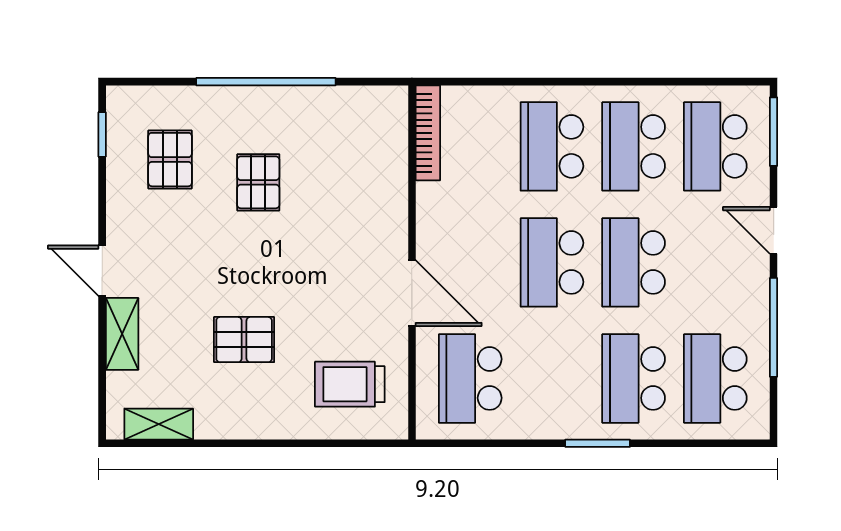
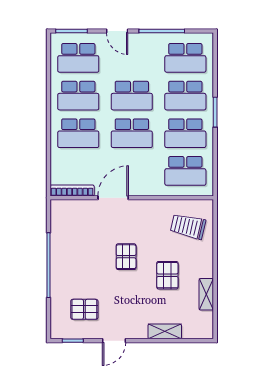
pallet: (258, 182) -> (126, 257), moved, turned 90
door: (774, 230) -> (117, 31), hinge flipped
door: (102, 271) -> (114, 341), moved
door: (412, 293) -> (113, 198), moved
school desk: (552, 378) -> (185, 133), added
trolley: (350, 384) -> (188, 226), turned 103
shelving: (159, 424) -> (206, 294), moved

